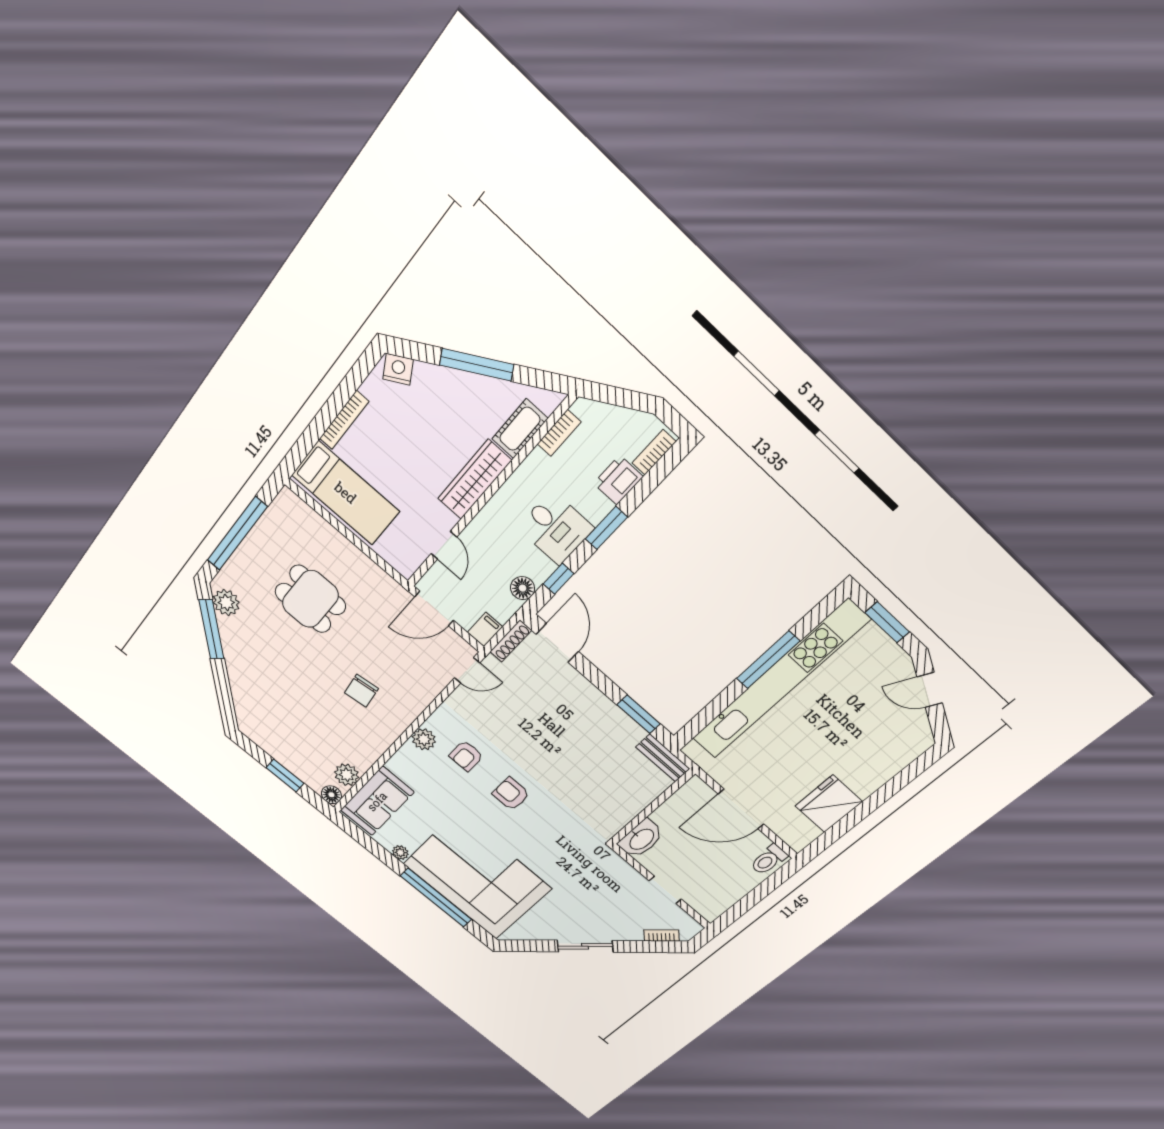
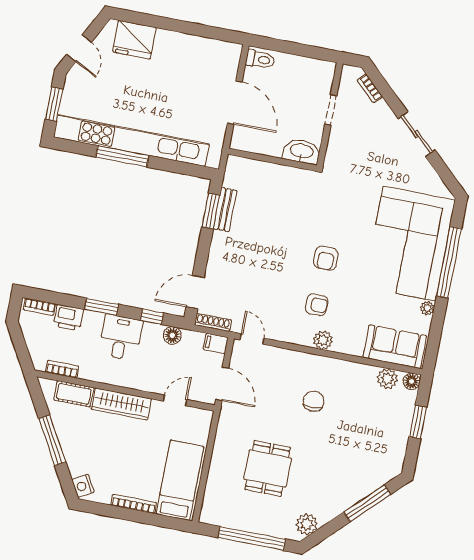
window: (211, 629) -> (367, 503), moved
chair: (361, 691) -> (314, 401), turned -83
bench: (663, 758) -> (225, 210), moved
fridge: (829, 804) -> (134, 40), moved

